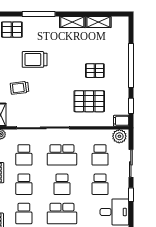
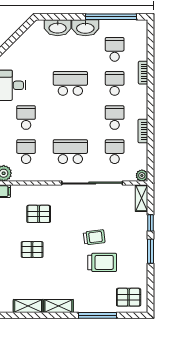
trolley: (20, 88) -> (94, 237), moved
pallet: (89, 101) -> (39, 214), width x0.67, depth x0.71
school desk: (62, 184) -> (70, 118), removed

